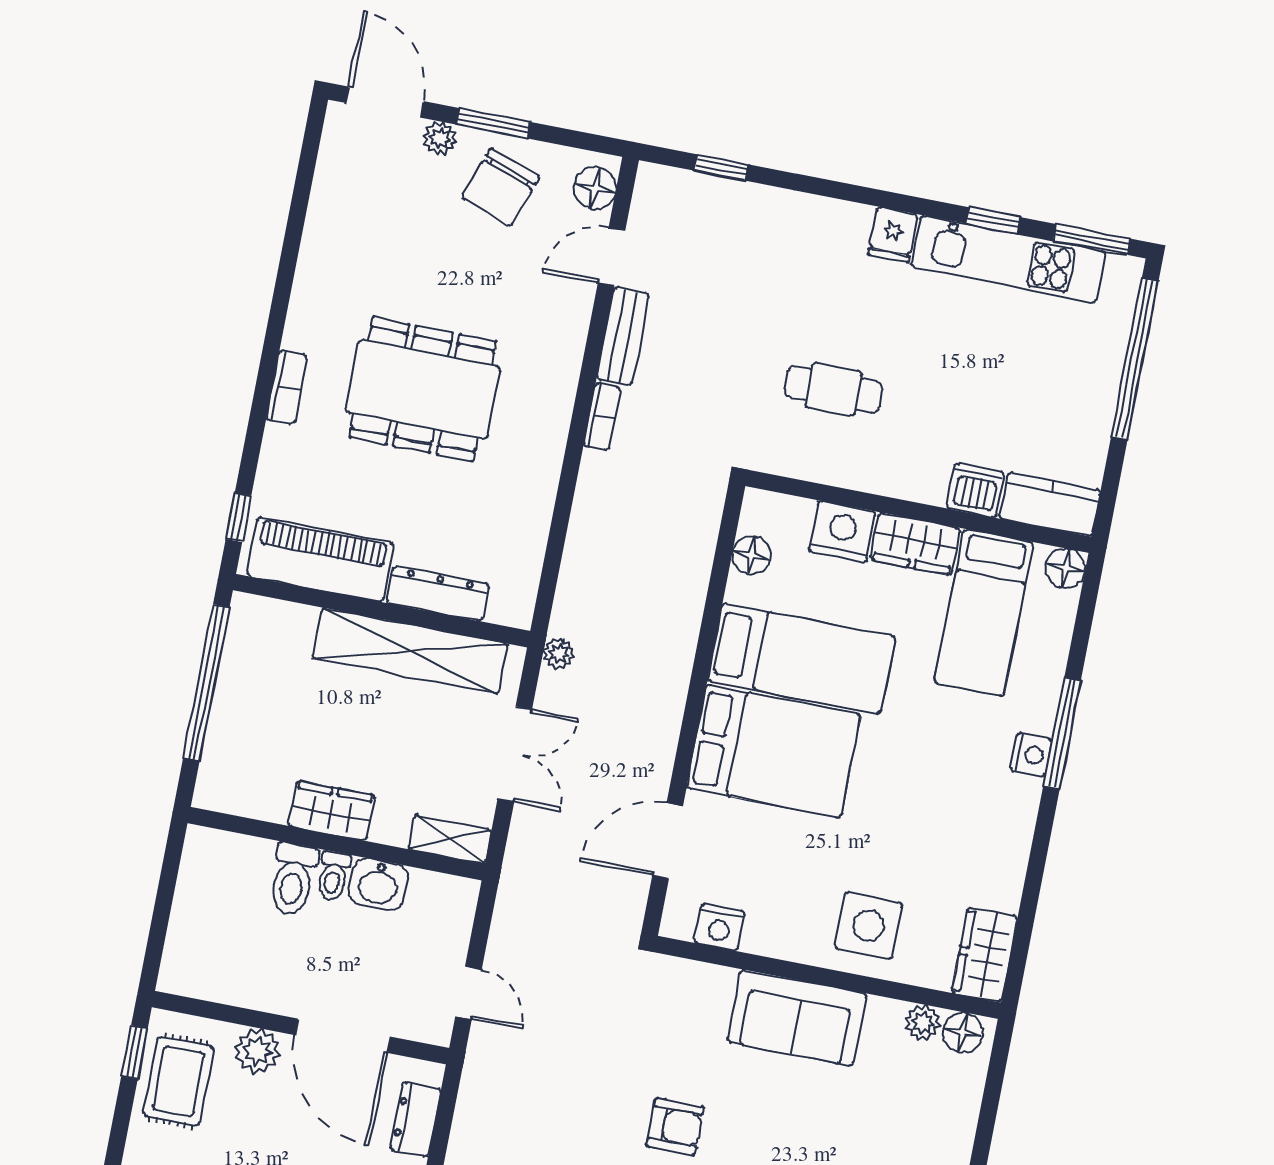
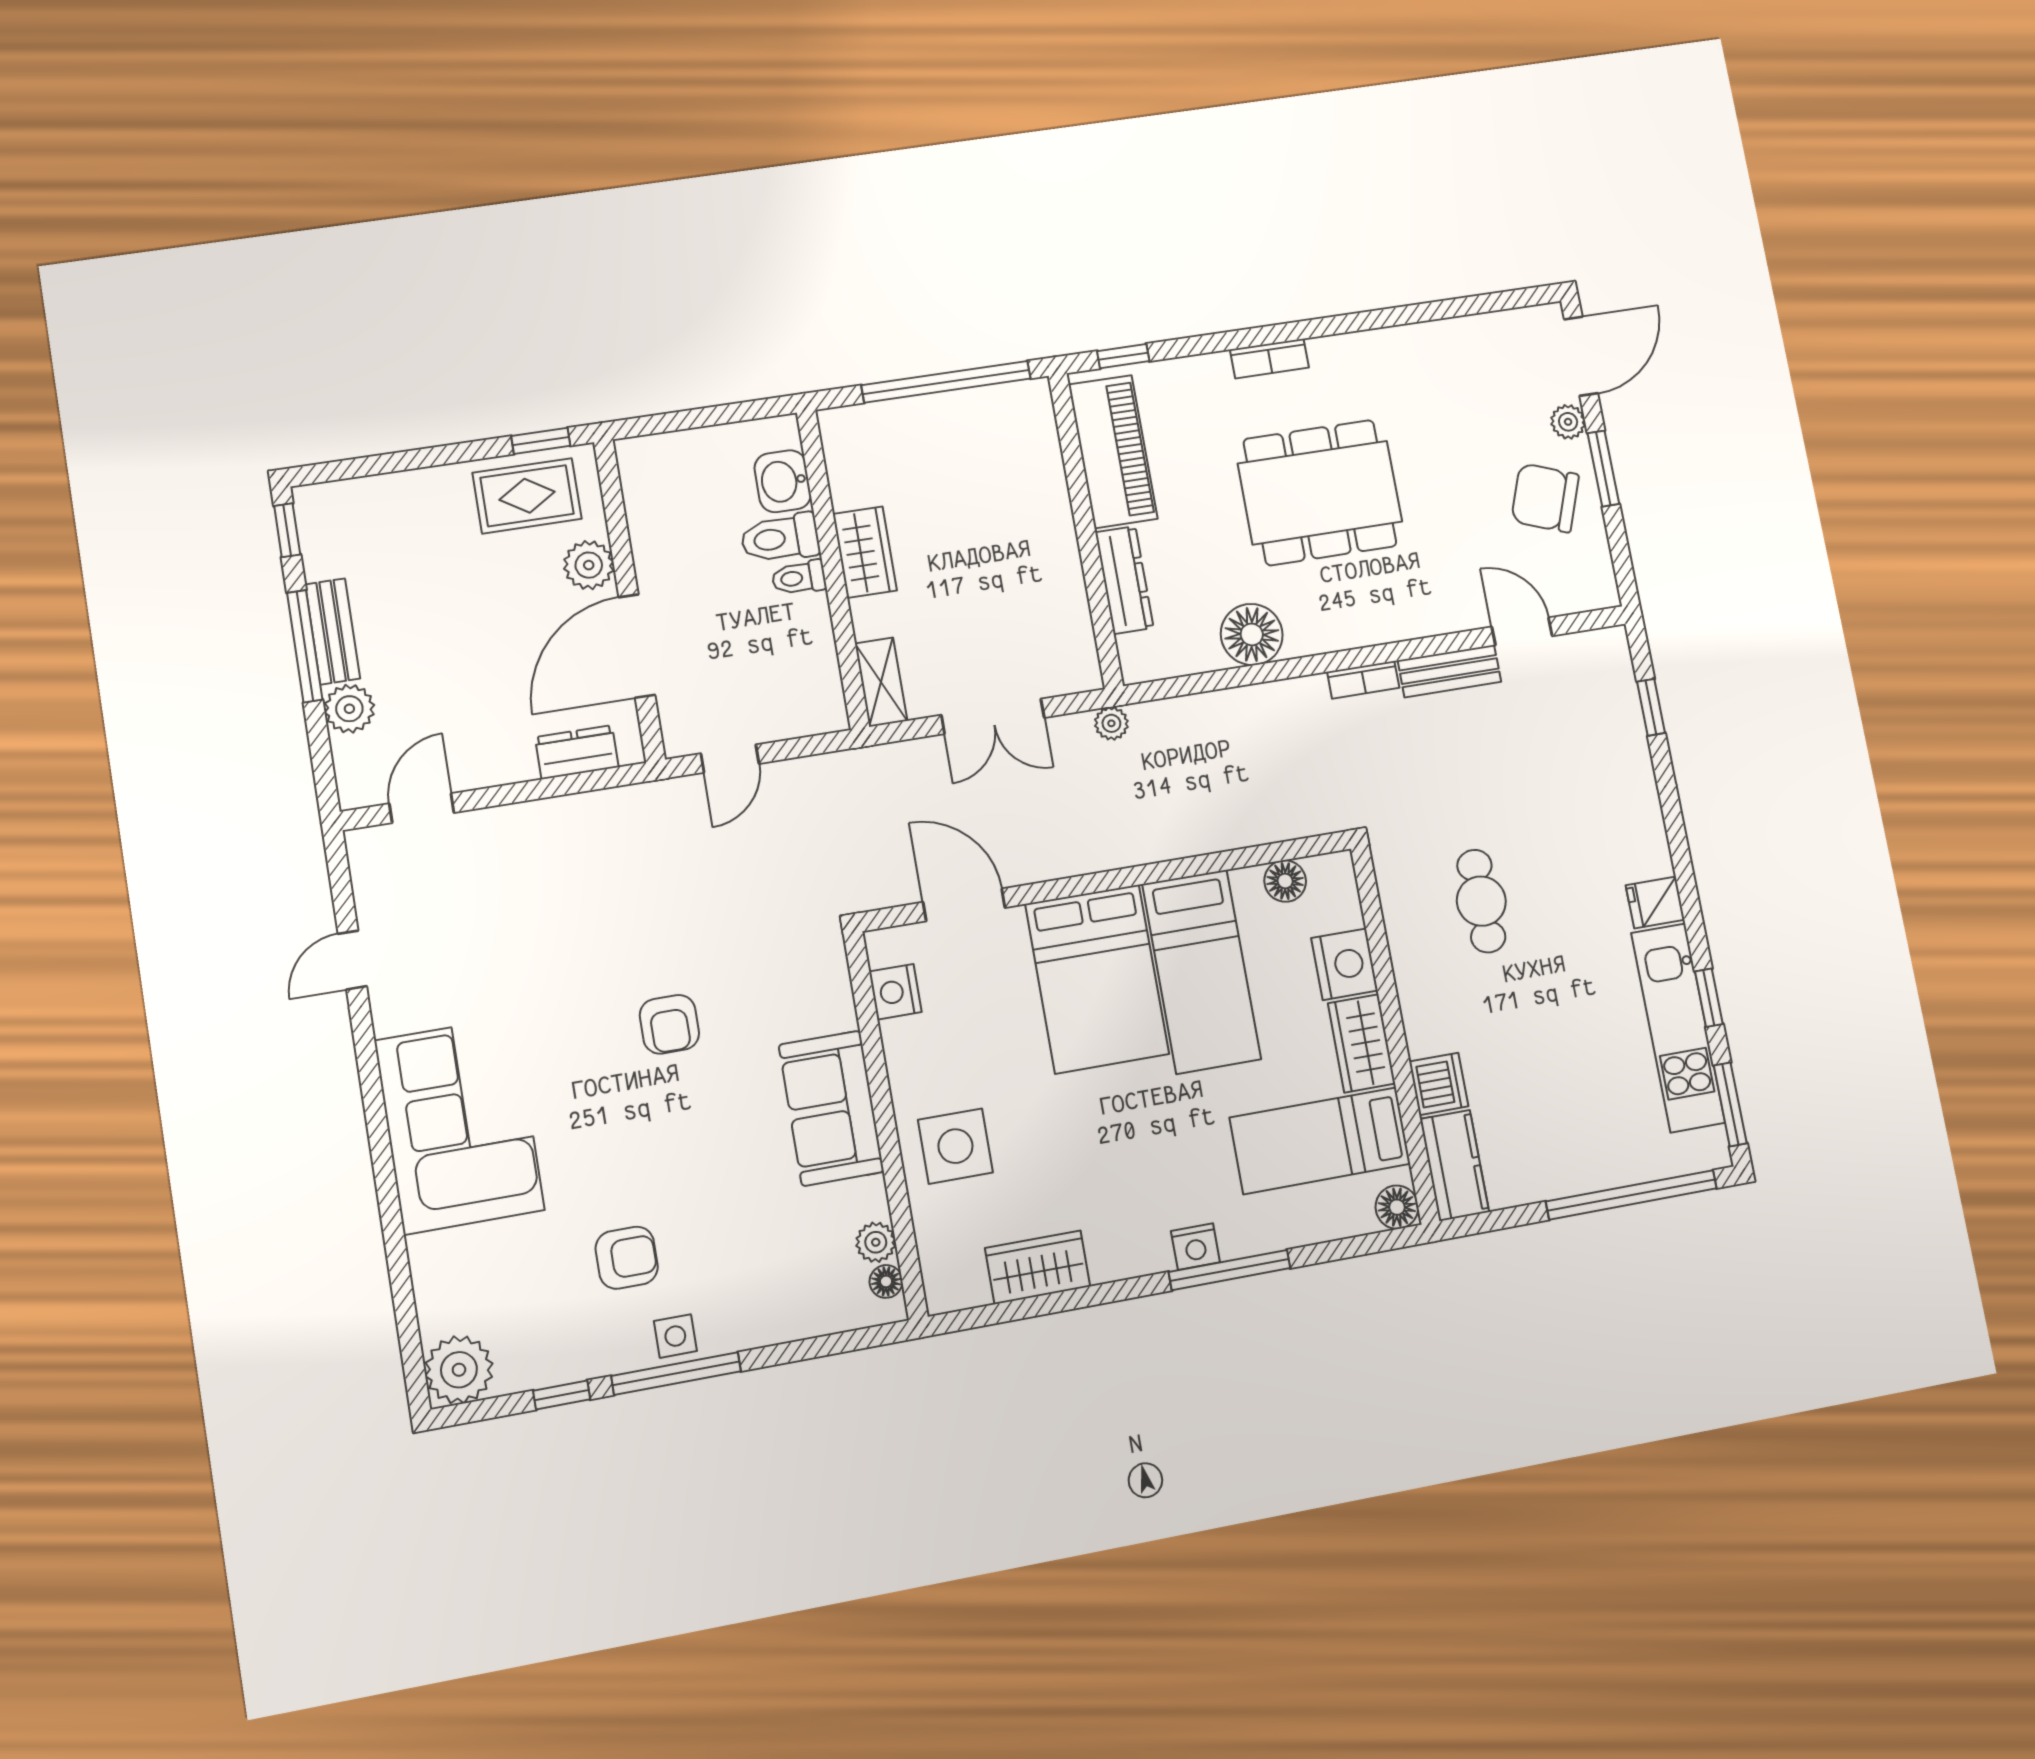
floor lamp: (595, 188) -> (1252, 634), moved, width x1.38, depth x1.38
dining table: (423, 389) -> (1320, 493), turned 90
shelving: (410, 651) -> (1056, 573), removed
washbasin: (378, 884) -> (783, 481), moved
wardrobe: (985, 955) -> (1038, 1267), moved
floor lamp: (963, 1032) -> (886, 1281), width x0.73, depth x0.73

